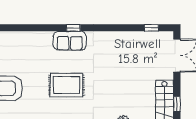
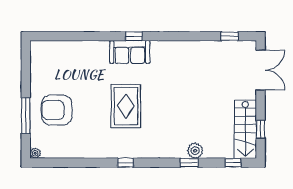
rug: (66, 85) -> (126, 106), turned 90

